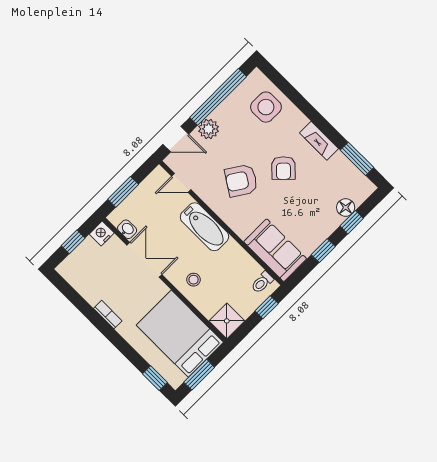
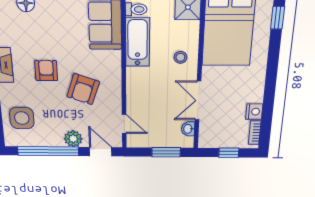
armchair: (283, 168) -> (46, 71), turned -44
armchair: (241, 181) -> (83, 89), turned 76
bathtub: (204, 227) -> (138, 42), moved
nightstand: (102, 234) -> (254, 112), moved, turned -90
bookcase: (108, 315) -> (255, 133), moved

